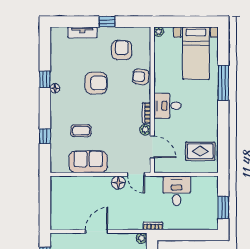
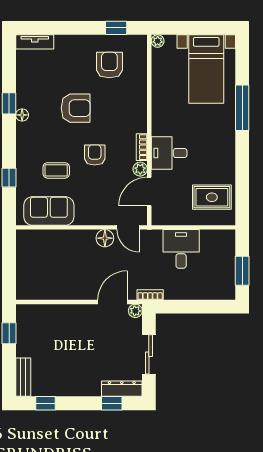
window: (107, 22) -> (116, 28), moved
tv unit: (82, 32) -> (35, 42), moved
armchair: (141, 77) -> (95, 155), moved, turned 85
desk: (167, 106) -> (169, 153), moved
door: (152, 147) -> (149, 192), swing flipped
sofa: (88, 162) -> (49, 211), moved
door: (97, 231) -> (113, 302), moved

